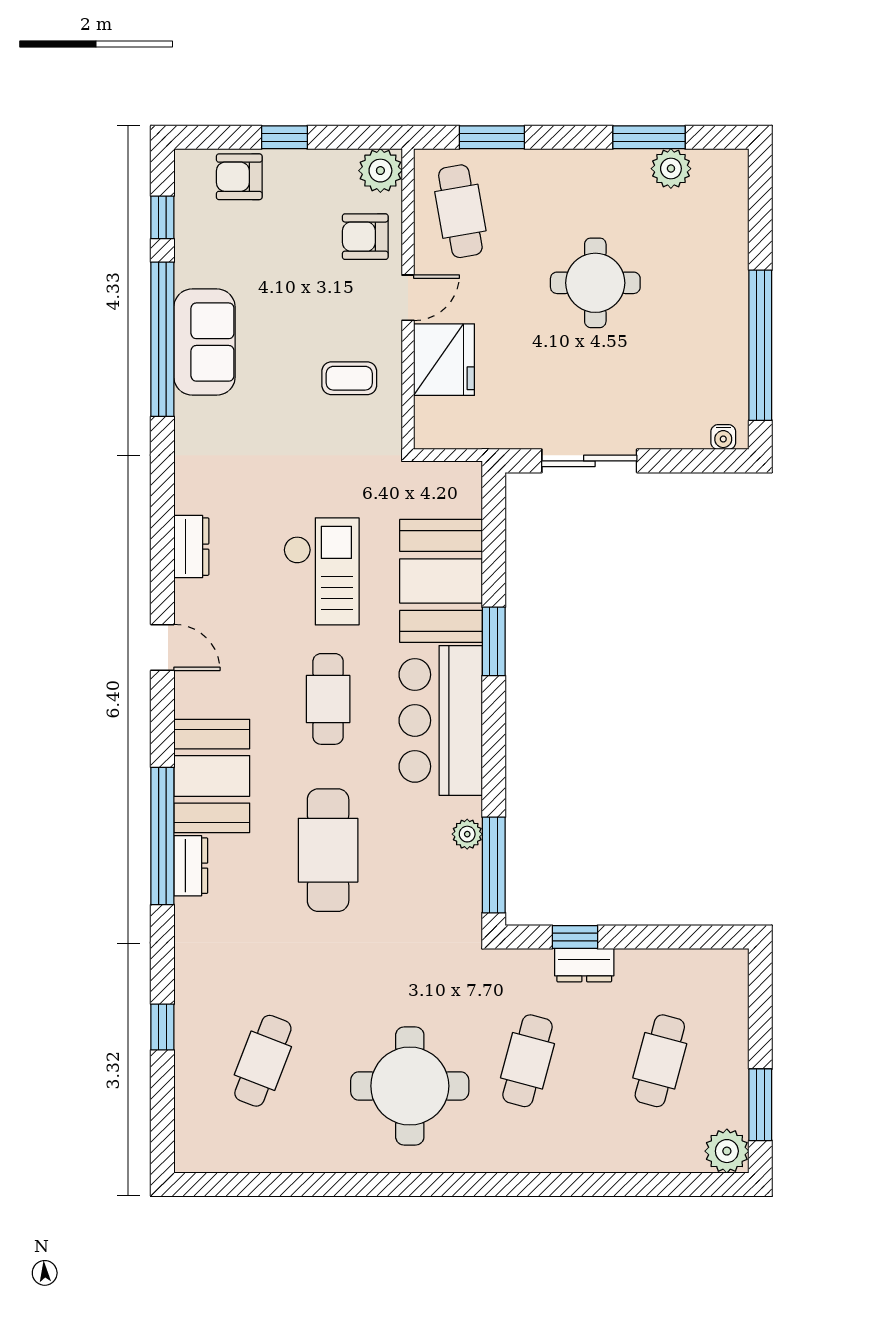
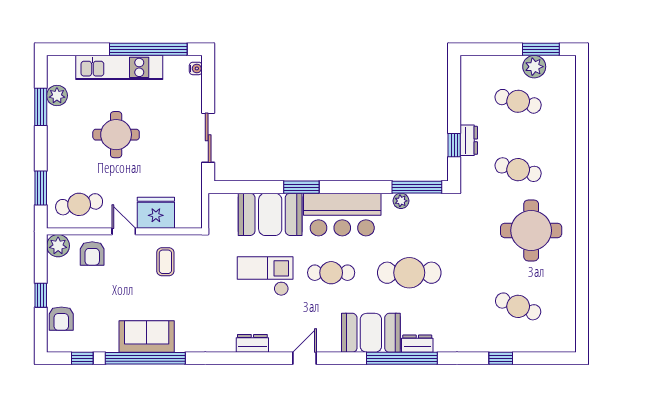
kitchen unit: (725, 289) -> (119, 67), added
plant: (727, 1151) -> (534, 67), moved

